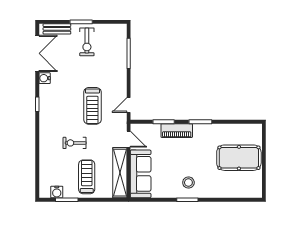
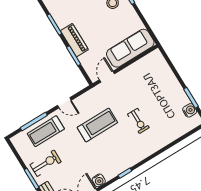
door: (129, 105) -> (64, 103), moved
shelving: (120, 173) -> (140, 67), removed
treadmill: (87, 177) -> (46, 131), moved

